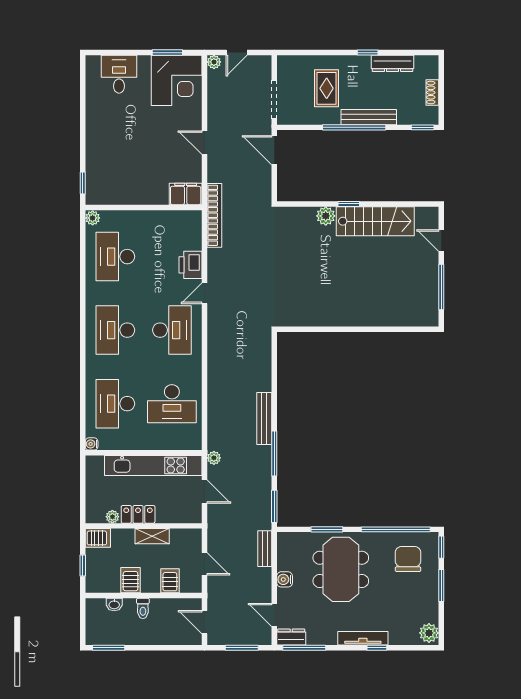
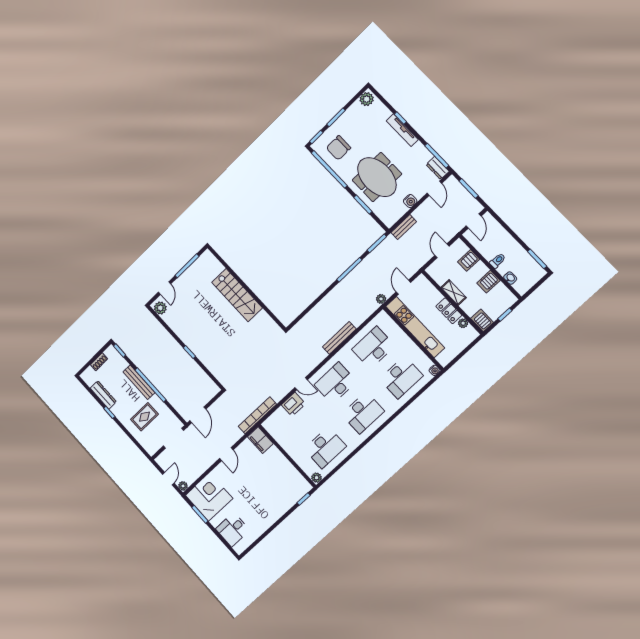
door: (237, 53) -> (168, 479), hinge flipped
plant: (326, 216) -> (160, 308), moved
stairs: (375, 221) -> (237, 295), moved, turned 180
desk: (172, 404) -> (373, 348), turned -90
bench: (264, 418) -> (339, 338), moved
meeting table: (341, 569) -> (377, 177), turned 90

